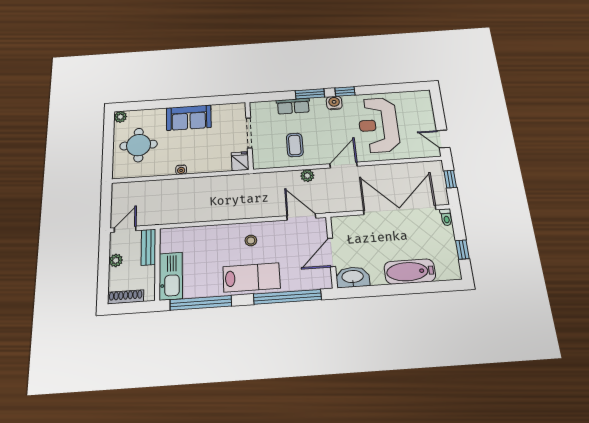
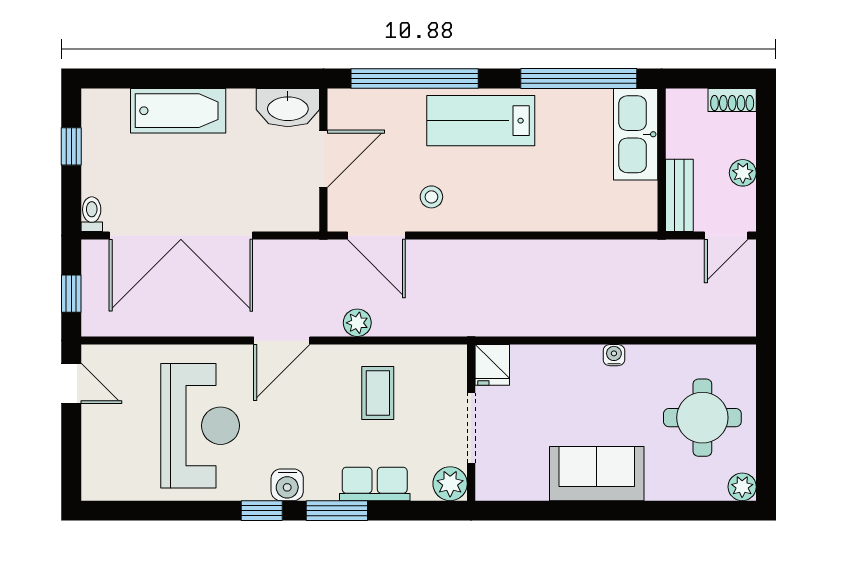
plant: (258, 109) -> (450, 484), added
stool: (251, 241) -> (431, 197), moved
shoe rack: (126, 297) -> (732, 100), width x0.70

